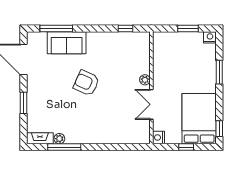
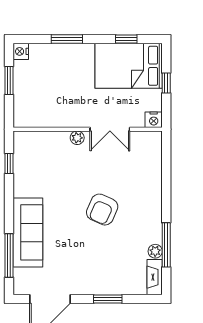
sofa: (67, 43) -> (28, 232), width x1.36
armchair: (86, 83) -> (102, 210), moved
window: (219, 129) -> (126, 39), moved

